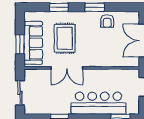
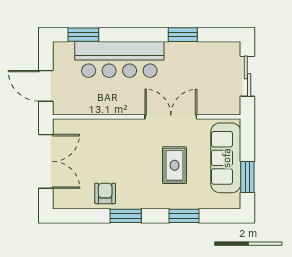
rug: (65, 38) -> (175, 165), width x0.73, depth x0.70
window: (20, 44) -> (247, 177), moved

